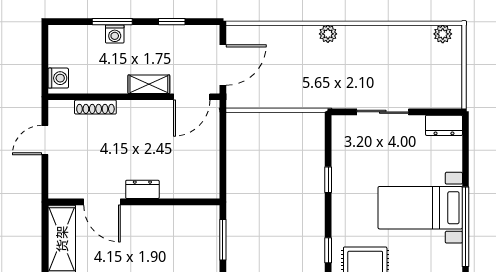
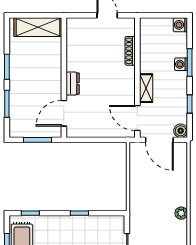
boiler: (210, 35) -> (181, 131), added
washing machine: (58, 78) -> (180, 25), moved, turned 90
door: (102, 202) -> (64, 113), moved

